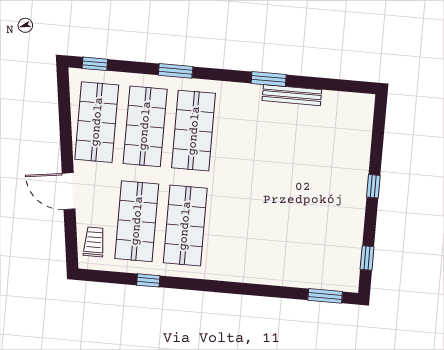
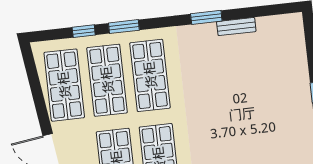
window: (95, 64) -> (84, 31), moved
bench: (292, 95) -> (236, 27), width x0.73

